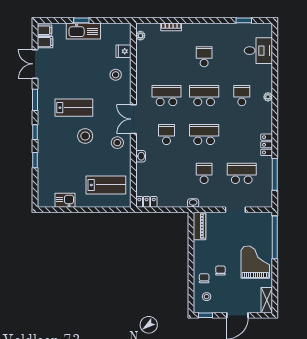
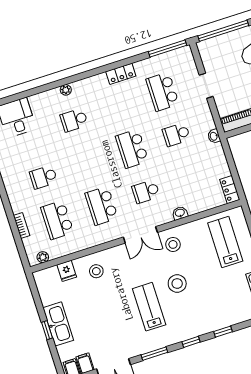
school desk: (204, 96) -> (57, 220), moved
window: (275, 174) -> (168, 49), moved

